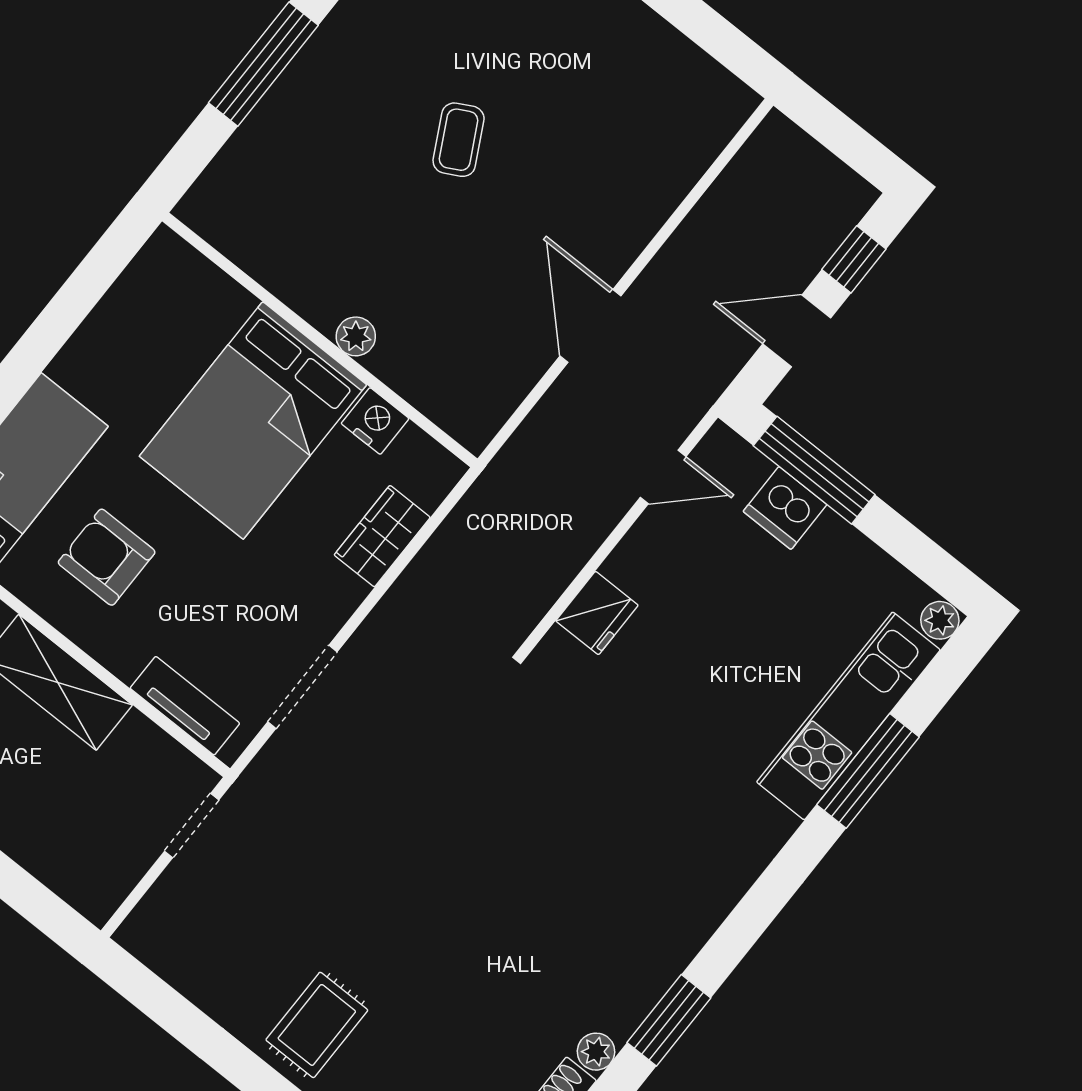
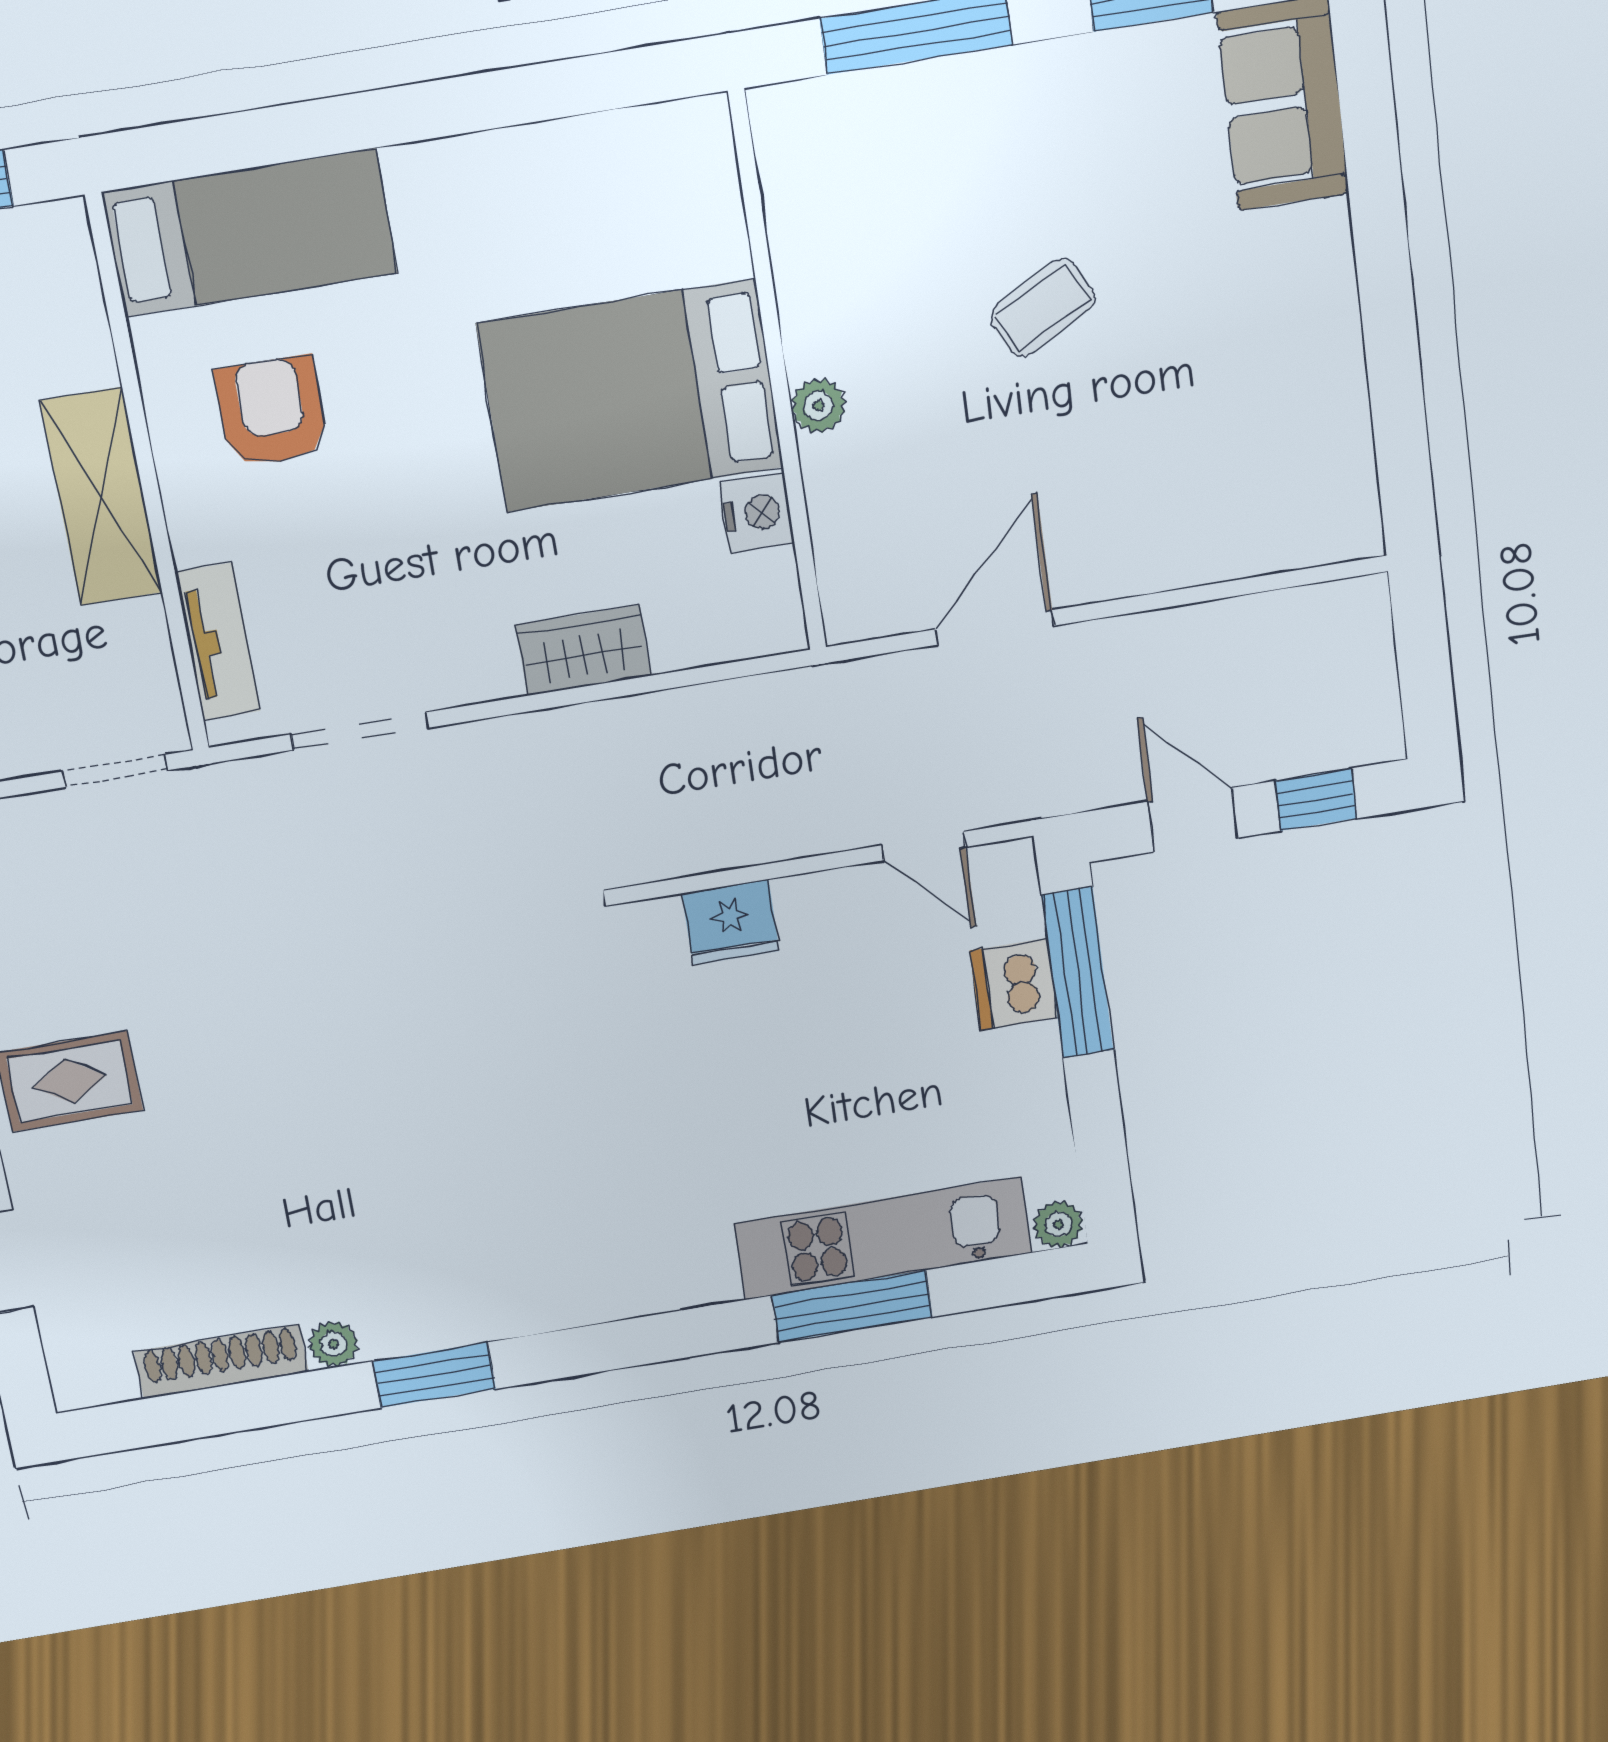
plant: (356, 336) -> (818, 406), moved
wall: (320, 340) -> (778, 375), moved
bed: (253, 420) -> (631, 396), moved
nightstand: (375, 421) -> (757, 513), moved

